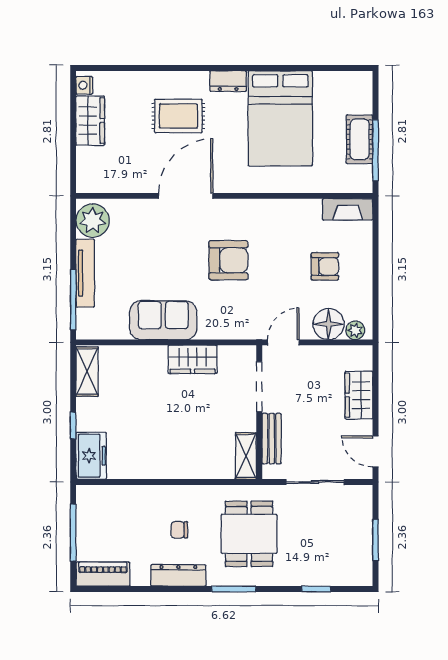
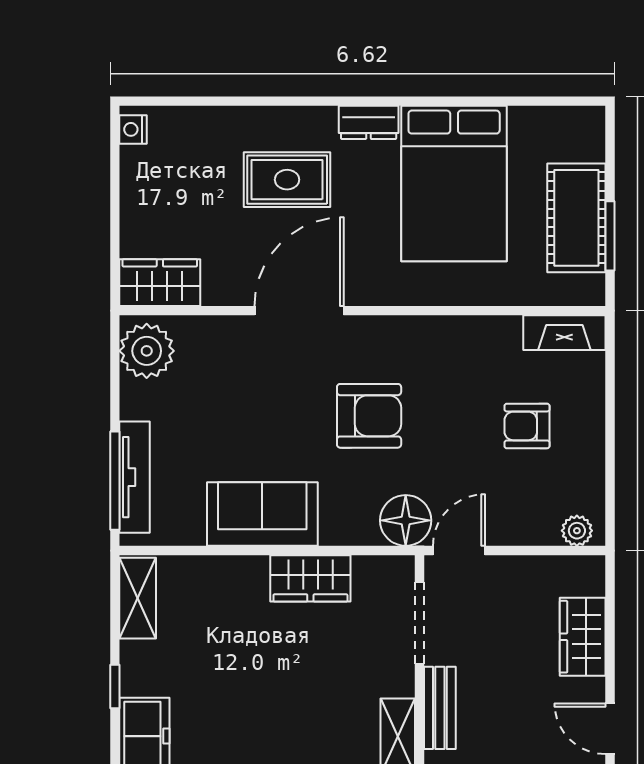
wardrobe: (90, 121) -> (160, 283), moved, turned -90
cot: (359, 139) -> (576, 218), width x1.37, depth x1.34
window: (376, 150) -> (610, 236), width x0.69
armchair: (325, 266) -> (527, 426), turned 180
tv unit: (85, 273) -> (135, 477), moved
floor lamp: (329, 324) -> (406, 520), moved

